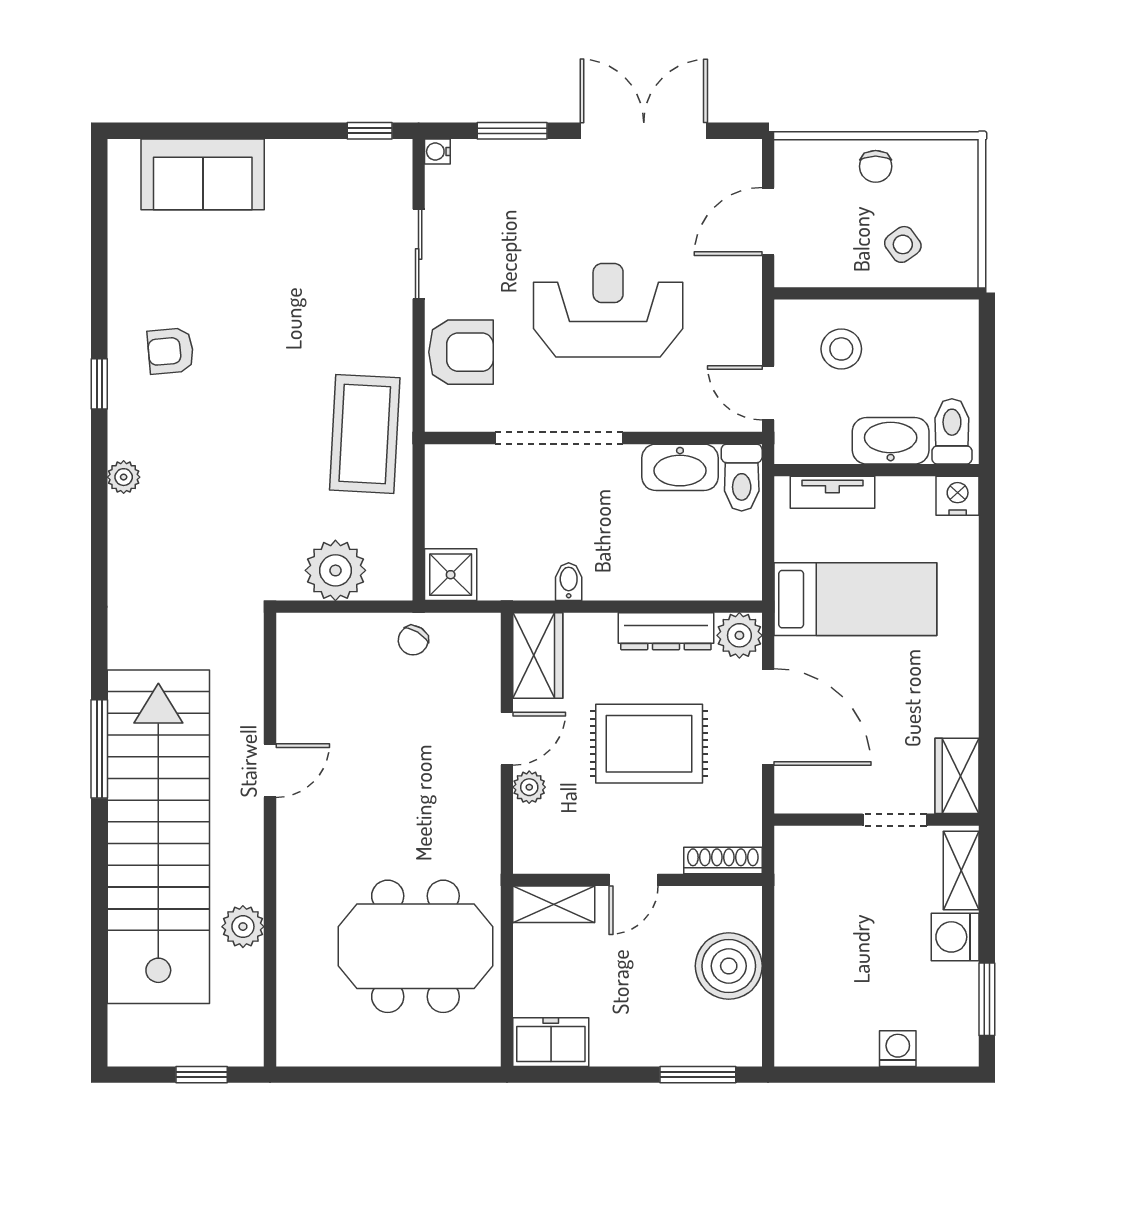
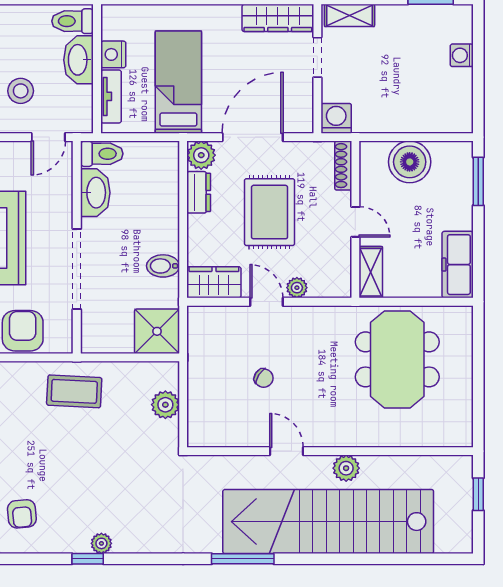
window: (99, 384) -> (88, 559), moved
coffee table: (365, 434) -> (74, 391), width x0.73, depth x0.76
nightstand: (958, 496) -> (113, 54), moved
plant: (335, 570) -> (165, 405), width x0.73, depth x0.73
shower: (451, 575) -> (157, 331), width x1.36, depth x1.36
bidet: (569, 582) -> (163, 266), width x1.38, depth x1.36
dresser: (666, 631) -> (199, 192), width x0.70
chair: (413, 640) -> (264, 378), moved
window: (99, 749) -> (243, 559), moved
wardrobe: (957, 776) -> (278, 18), width x1.50
plant: (243, 927) -> (346, 468), moved
washing machine: (955, 937) -> (336, 118), moved, turned 180
freezer: (551, 1042) -> (458, 265), width x1.40

